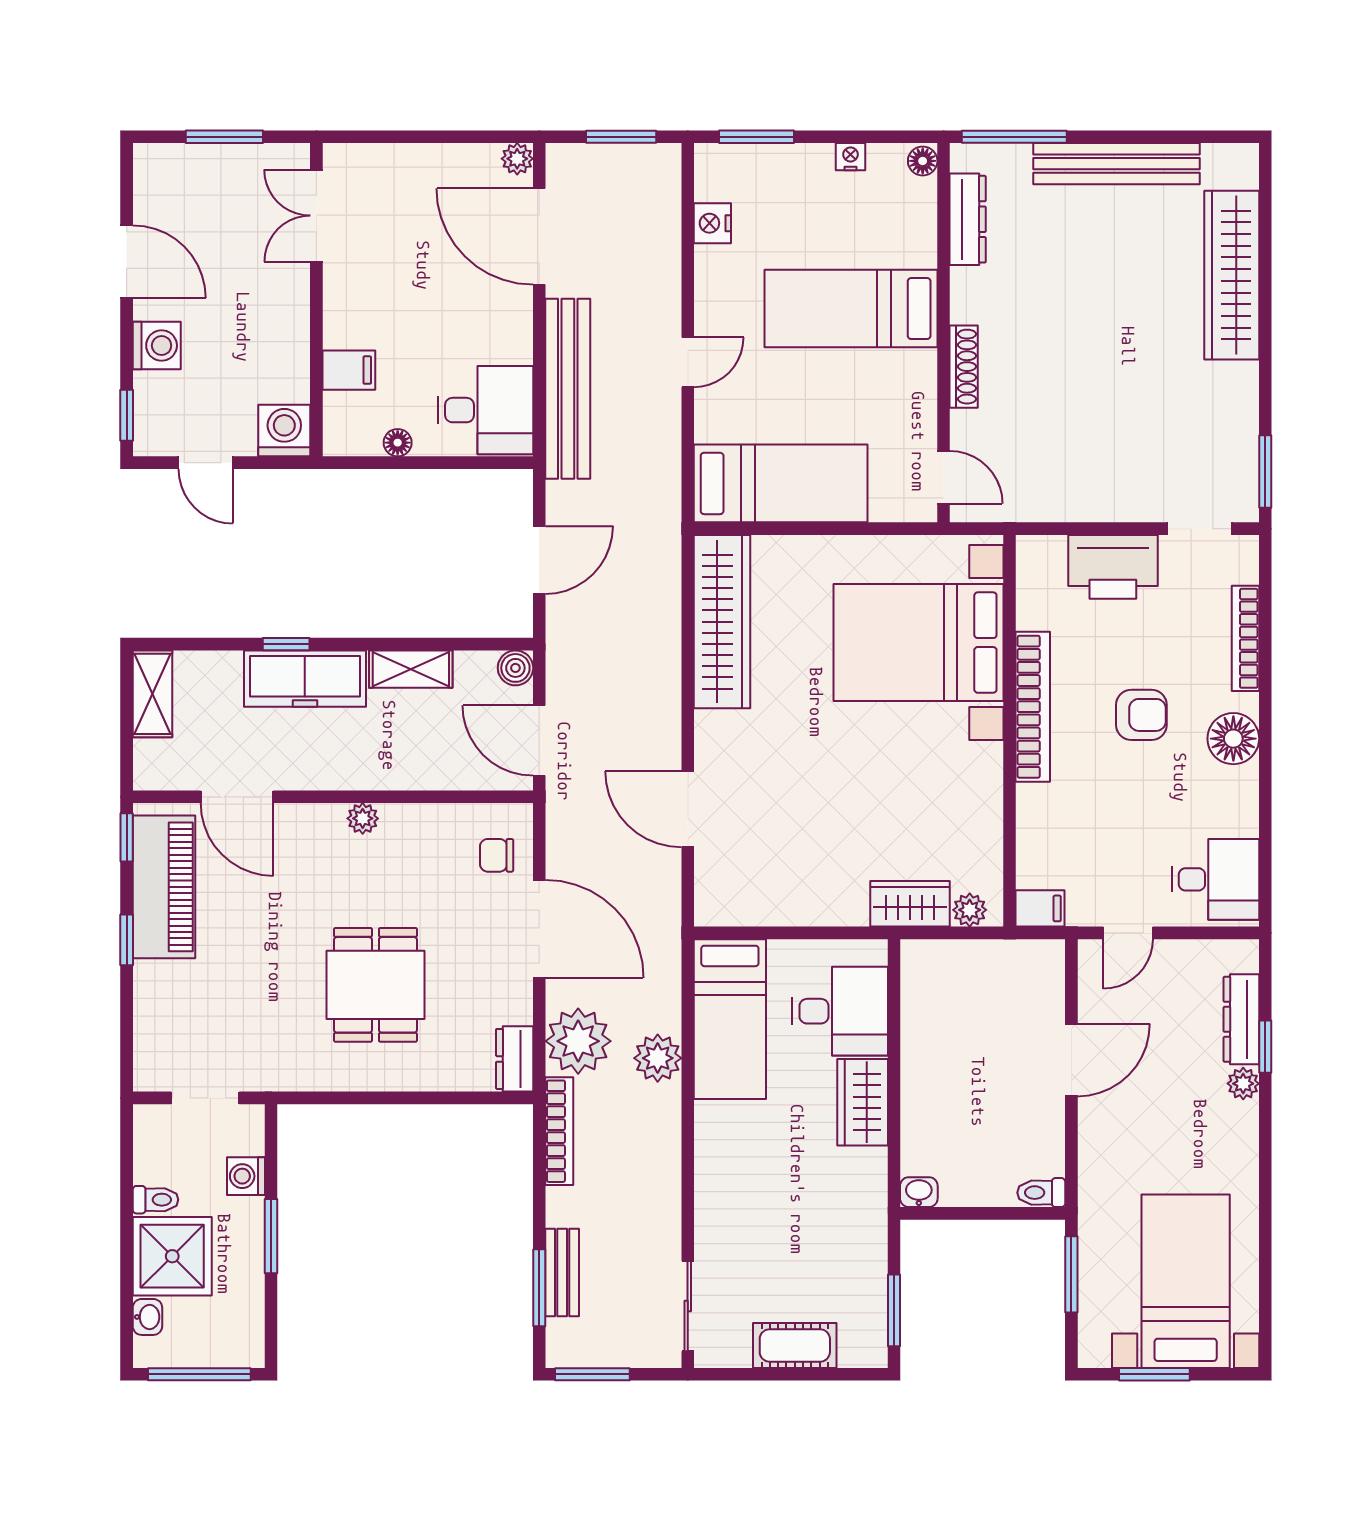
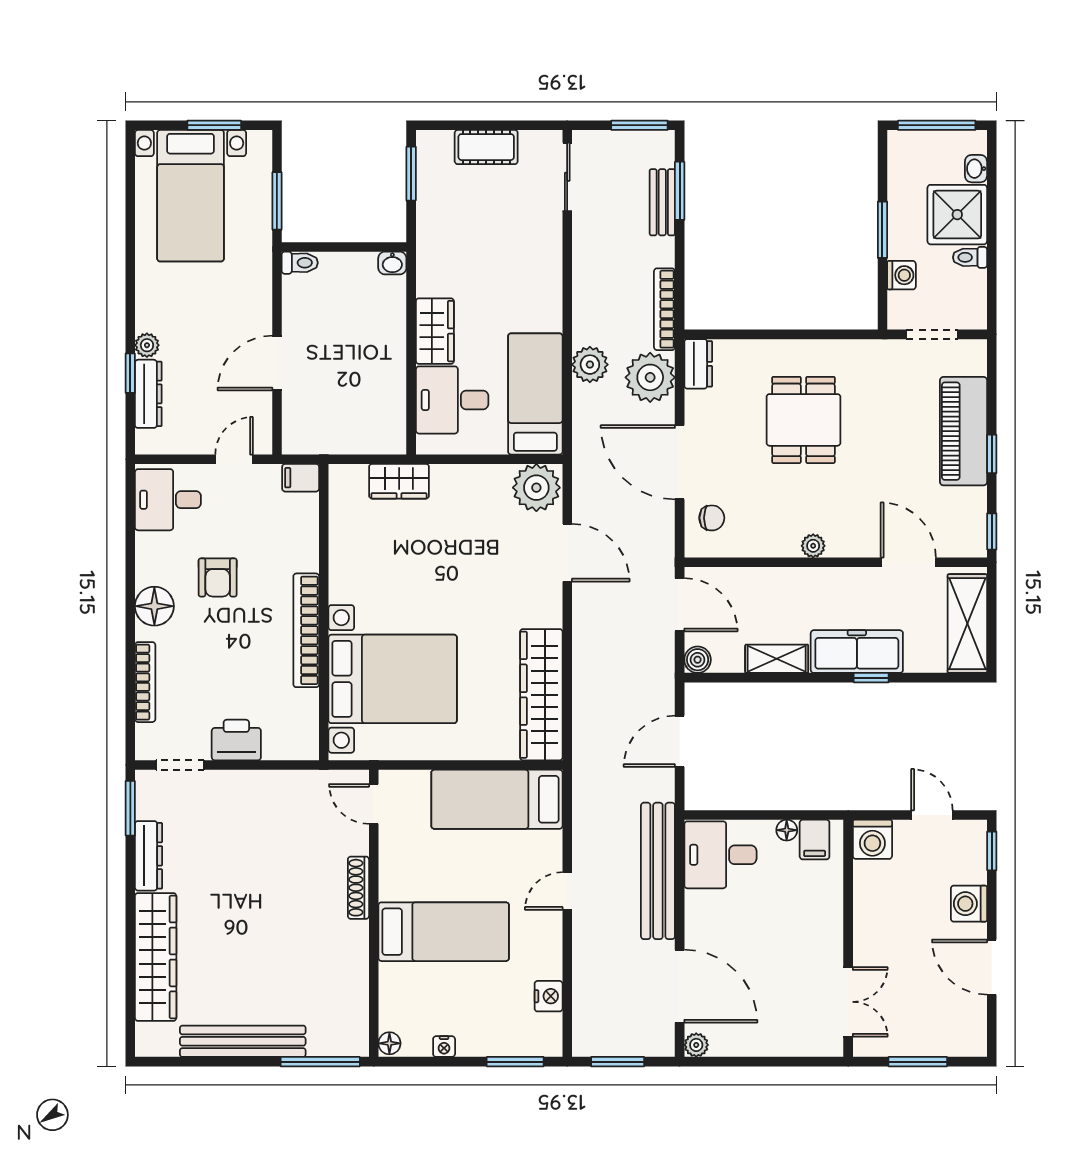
dresser: (968, 219) -> (149, 856), moved, turned 180
filing cabinet: (349, 370) -> (815, 840), moved, turned -90
printer: (1113, 567) -> (236, 740), width x0.73, depth x0.84
shelving: (152, 694) -> (967, 624), width x1.50, depth x1.33
armchair: (1141, 715) -> (218, 578), moved, turned -90
piano: (164, 887) -> (964, 431), moved
plant: (970, 910) -> (536, 488), moved, width x1.88, depth x1.88

